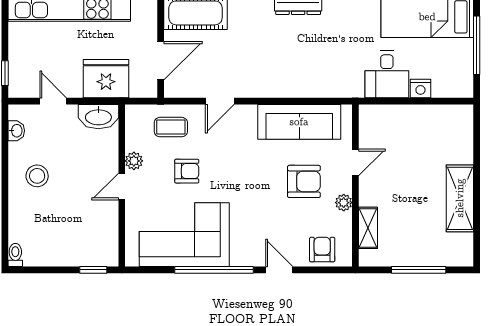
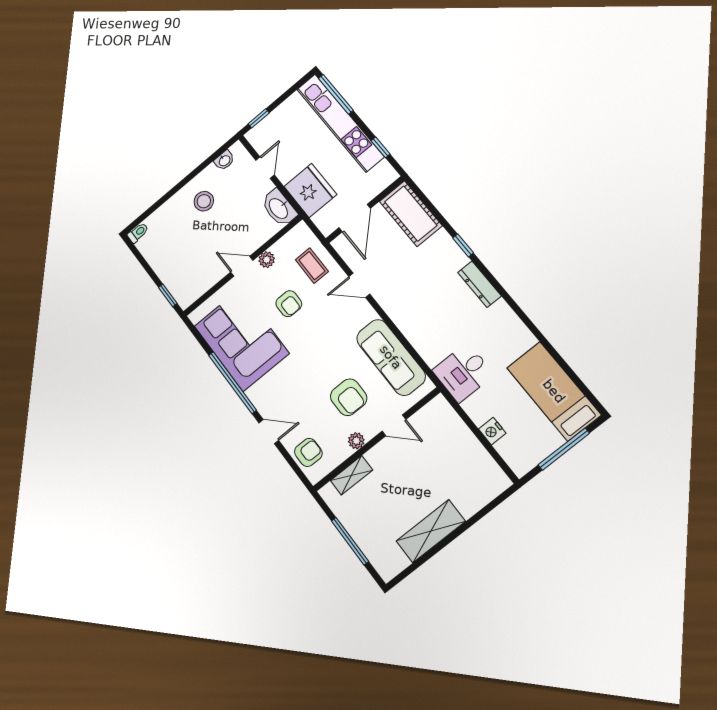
door: (161, 61) -> (355, 218), hinge flipped
desk: (387, 74) -> (463, 372), moved
door: (279, 270) -> (269, 432), hinge flipped

